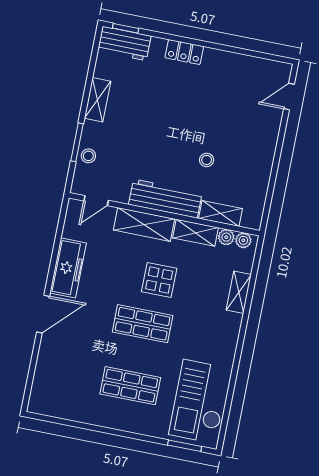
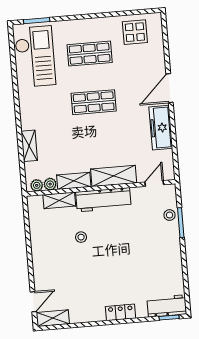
shelving: (98, 100) -> (53, 318), moved, turned 90
display table: (159, 280) -> (135, 32), moved

